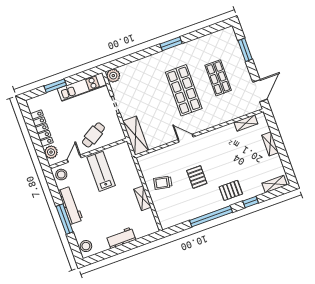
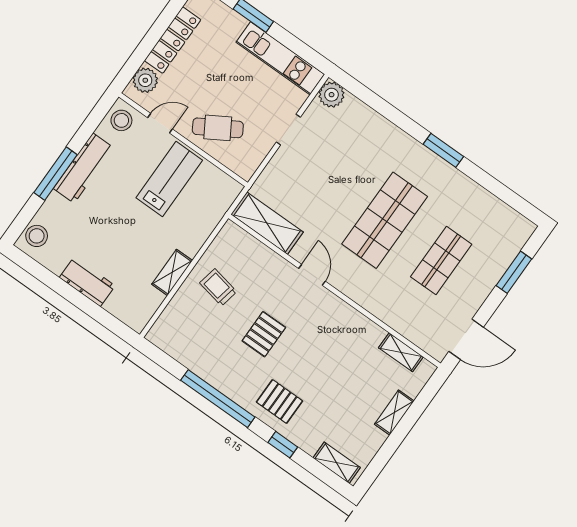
shelving: (136, 136) -> (267, 223), moved, turned 90

